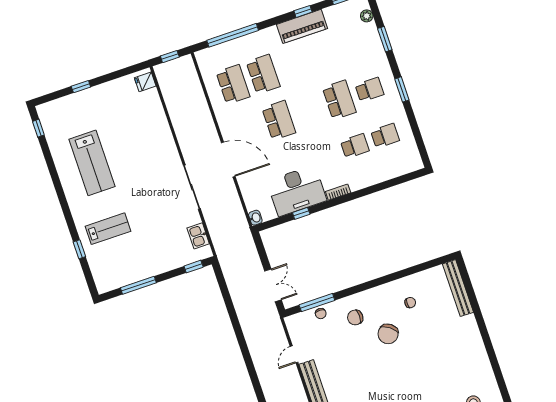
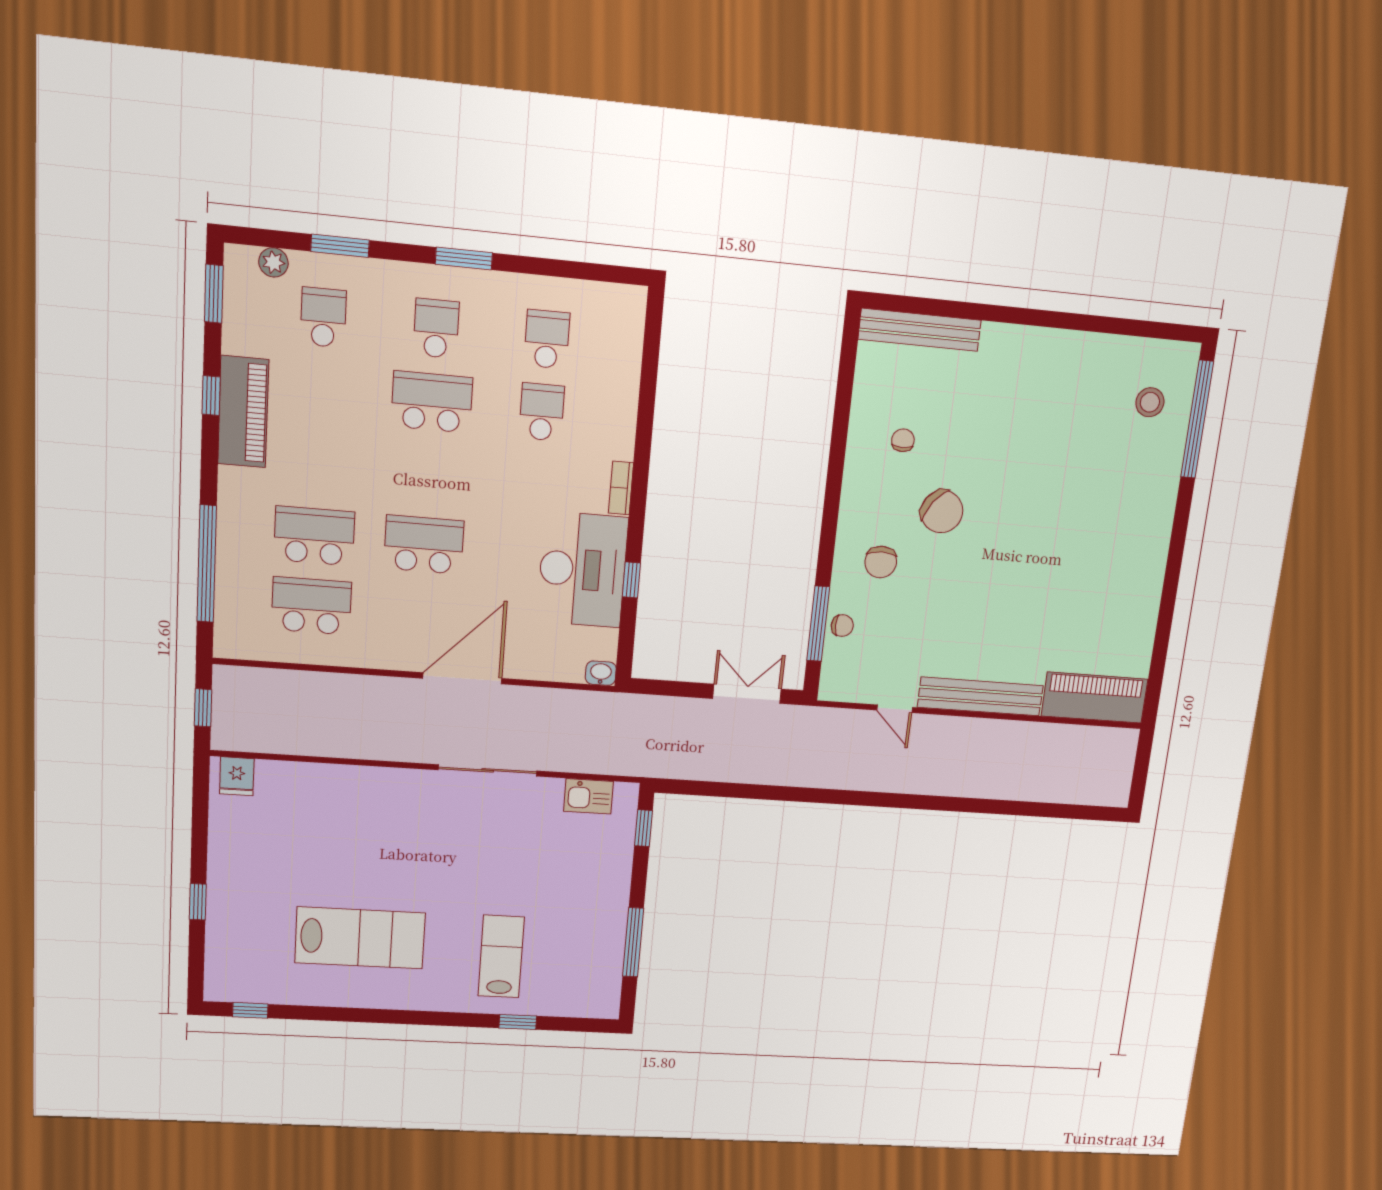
school desk: (354, 43) -> (323, 317), added

